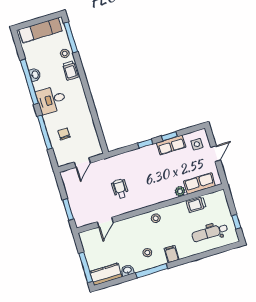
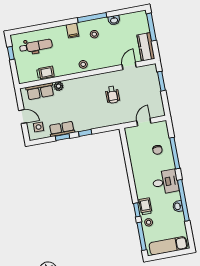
window: (79, 66) -> (137, 210), added
door: (216, 154) -> (23, 117), swing flipped
kitchen counter: (106, 274) -> (146, 47), moved, turned 90

